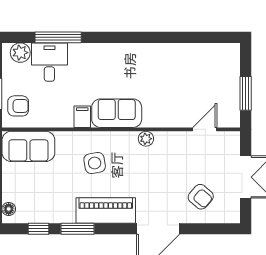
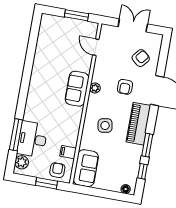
desk: (49, 62) -> (32, 139), width x1.37
sofa: (117, 113) -> (77, 89), moved
filing cabinet: (82, 117) -> (68, 152), moved
armchair: (155, 182) -> (125, 87), added

